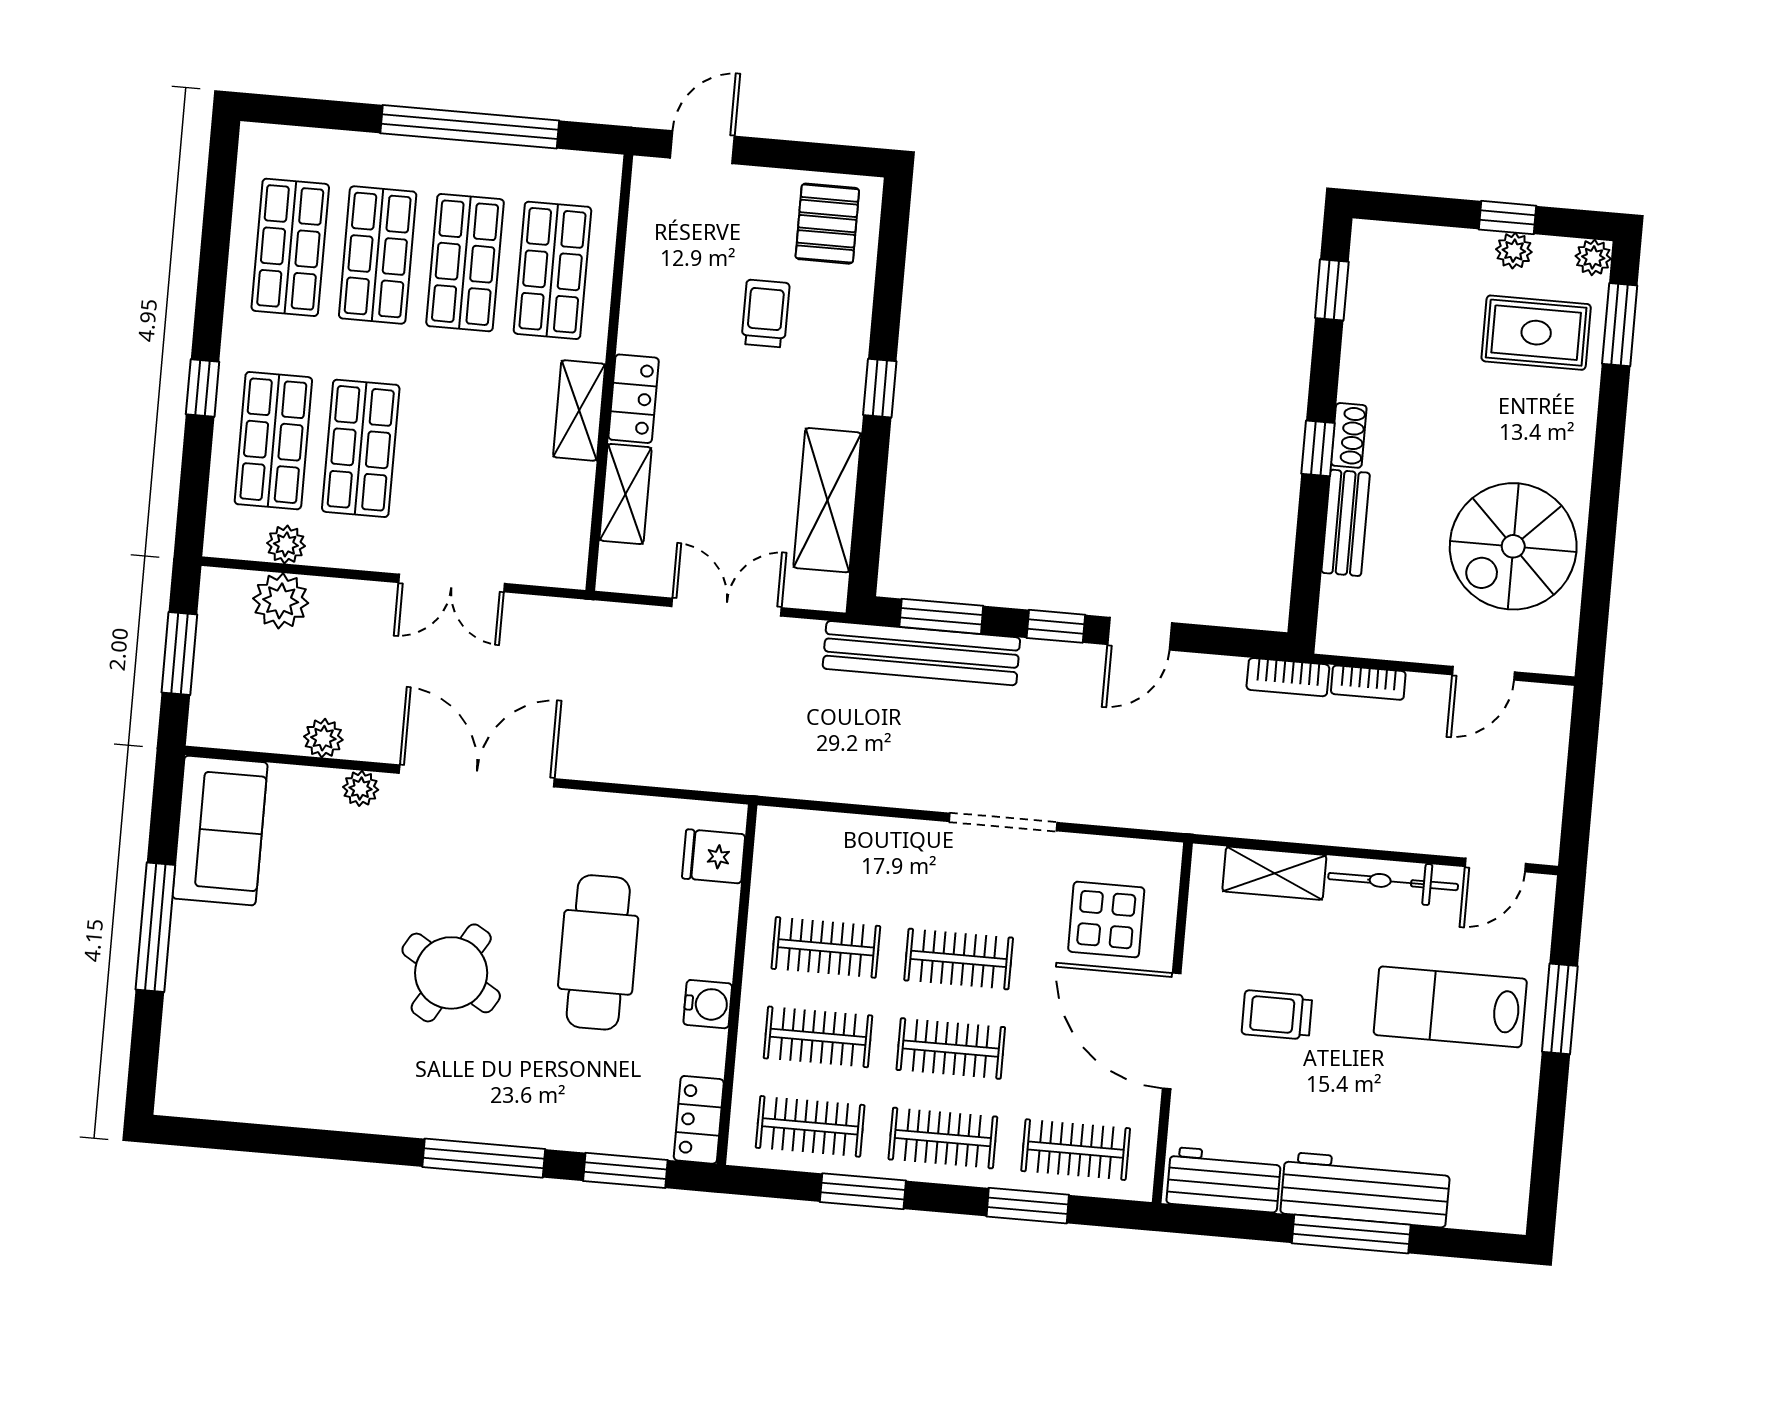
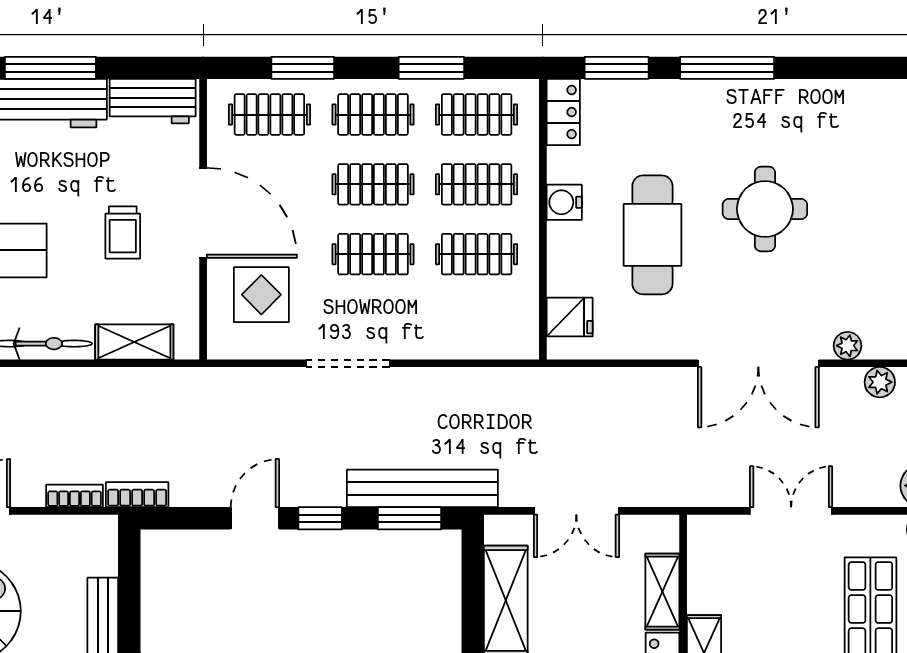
round table: (451, 973) -> (765, 209), turned -31
trolley: (1277, 1015) -> (123, 232), turned 90

